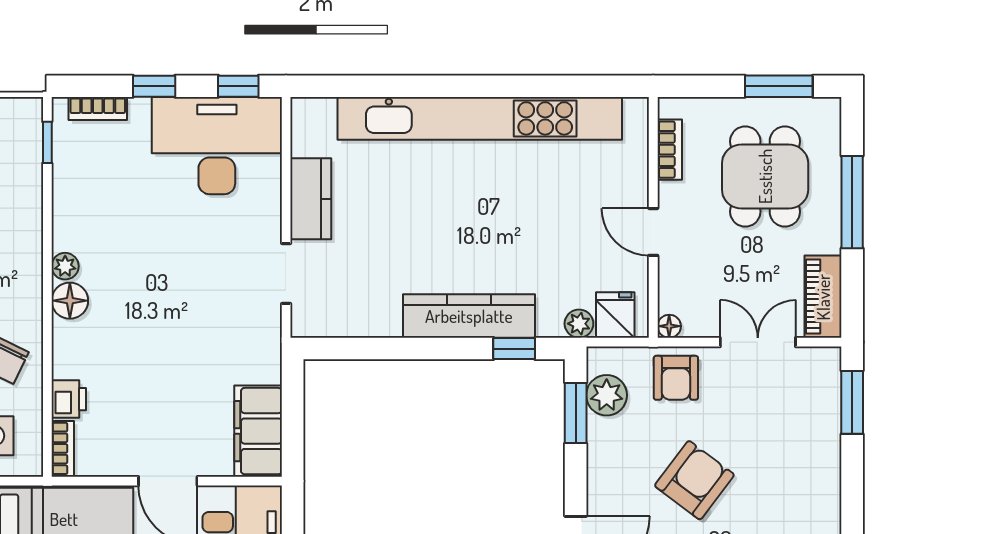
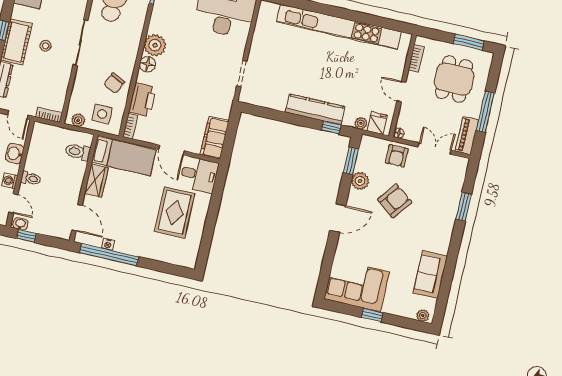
kitchen counter: (311, 199) -> (259, 44), removed
window: (852, 202) -> (485, 112), moved
plant: (65, 266) -> (155, 45), width x1.87, depth x1.87
plant: (607, 395) -> (360, 181), moved
printer: (69, 399) -> (143, 100), width x1.87, depth x1.48
window: (852, 402) -> (464, 207), moved

